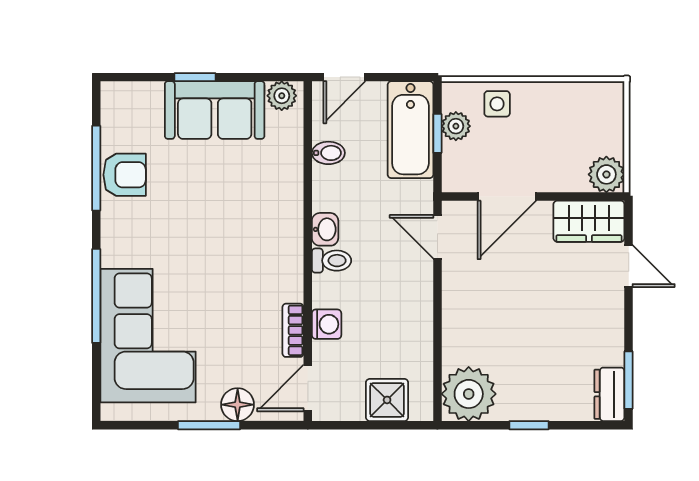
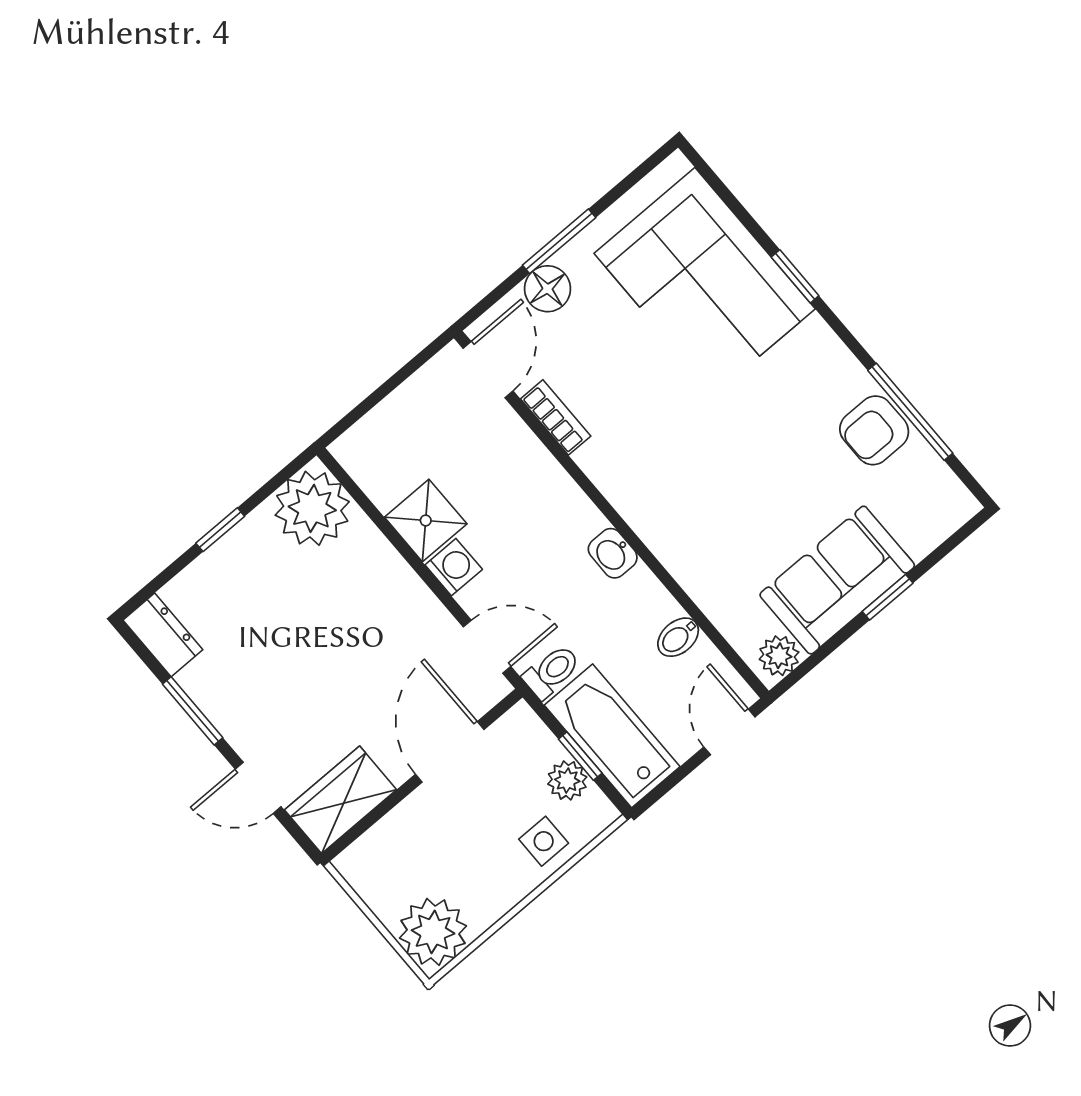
plant: (606, 174) -> (433, 932), moved, width x1.36, depth x1.36
toilet: (332, 261) -> (552, 672), moved, turned 180
window: (96, 296) -> (795, 276), width x0.46
washing machine: (327, 324) -> (454, 567), moved, turned 180
window: (629, 380) -> (193, 711), moved
shower: (387, 400) -> (426, 520), moved

